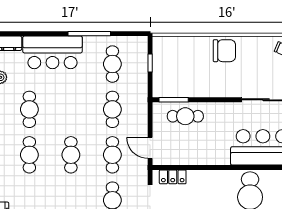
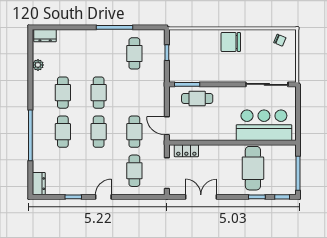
chair: (224, 51) -> (231, 42), turned 180
bar counter: (52, 52) -> (83, 43), removed
cafe table: (112, 109) -> (99, 93), moved

